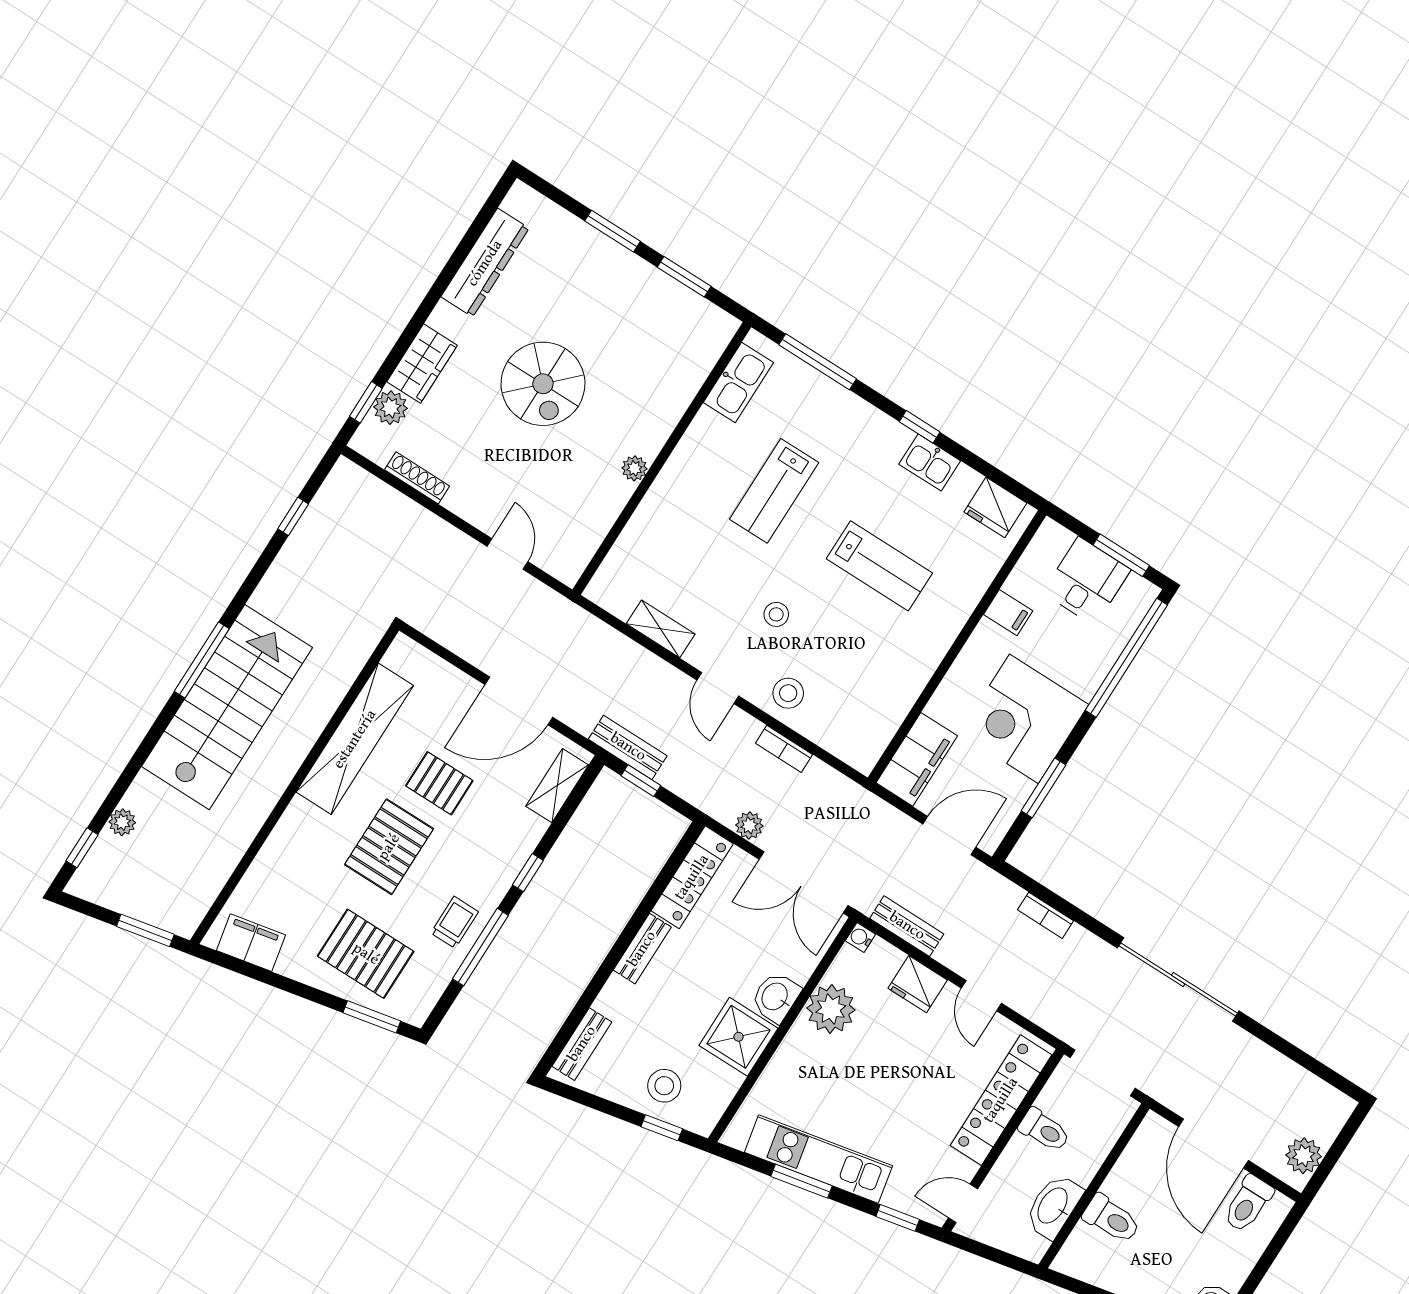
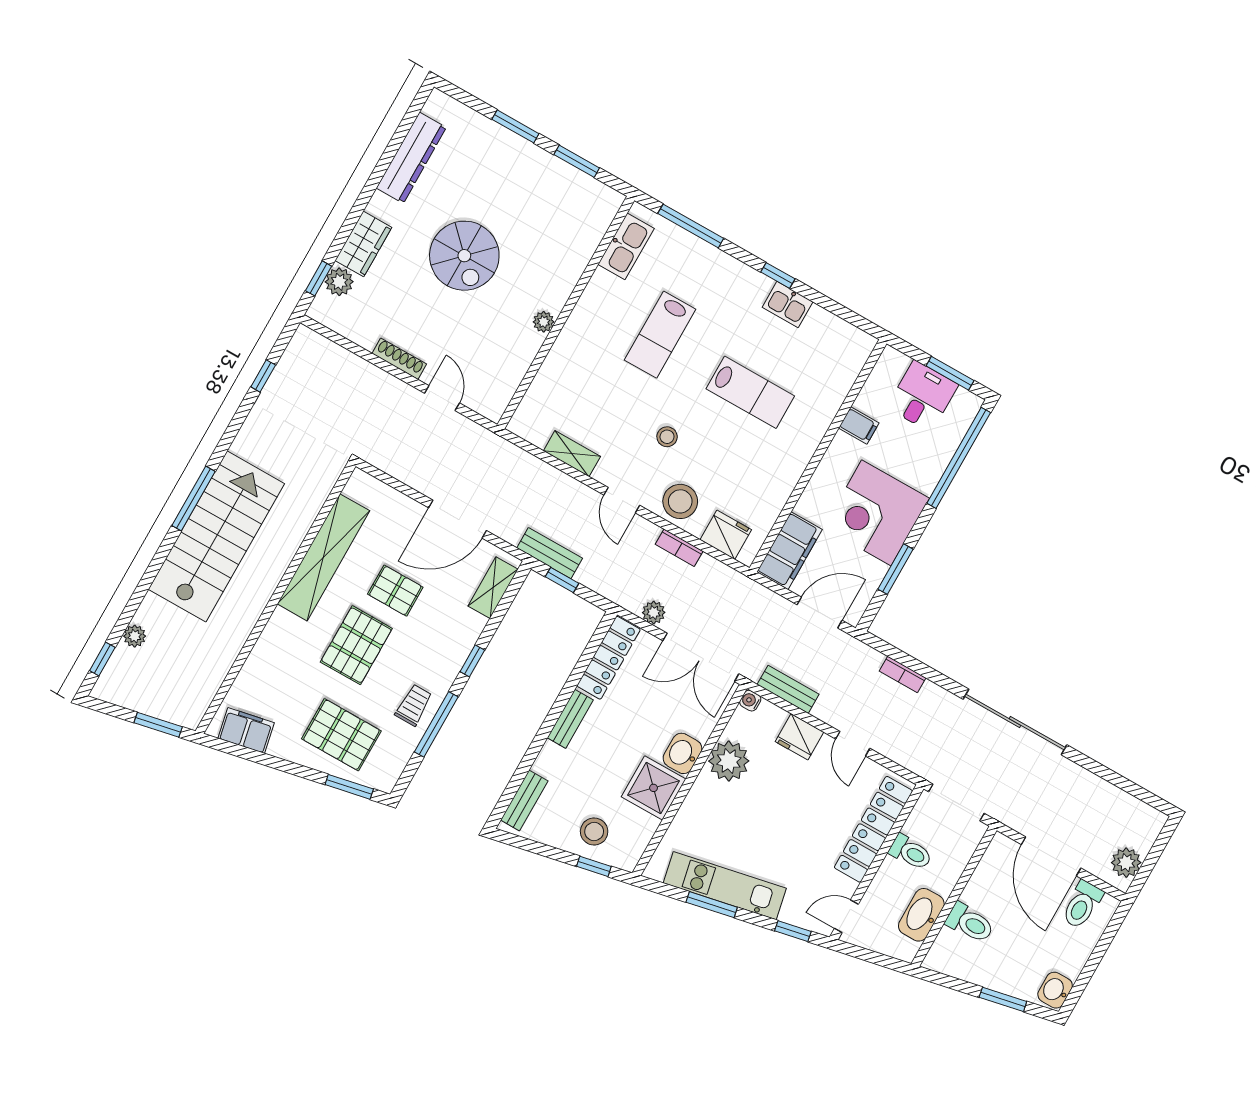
shoe rack: (417, 478) -> (399, 359), moved
fridge: (995, 507) -> (726, 535), moved, turned 180
stool: (788, 693) -> (680, 501), width x1.38, depth x1.38

